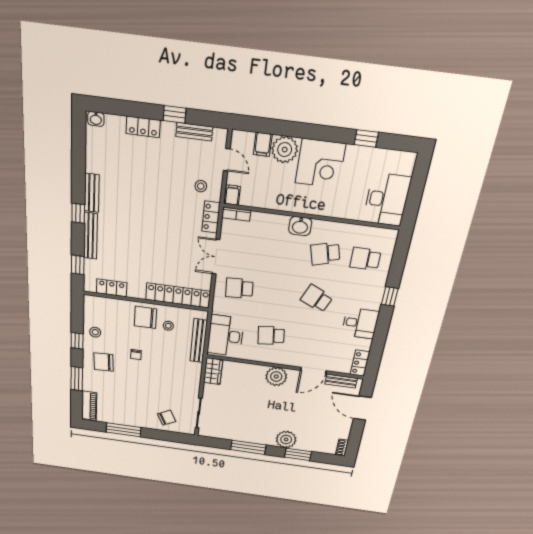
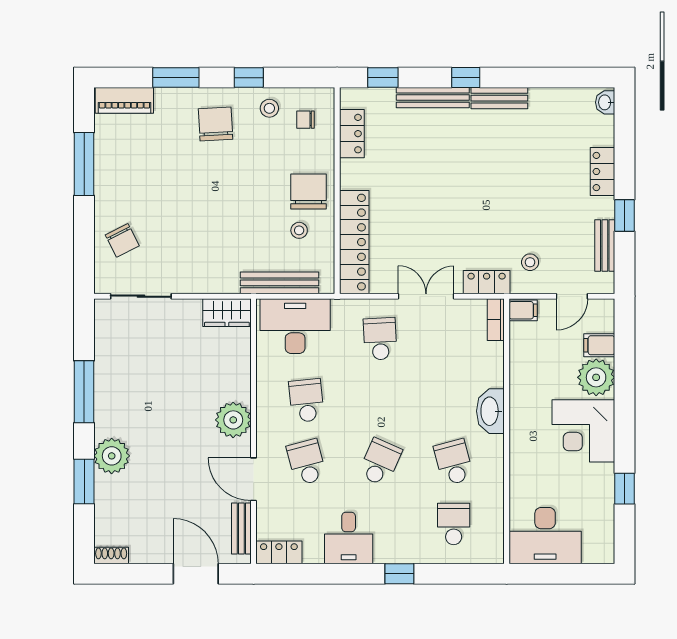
washbasin: (300, 226) -> (490, 411), width x1.38
school desk: (309, 341) -> (307, 462), added
chair: (136, 355) -> (305, 120), moved
door: (362, 408) -> (196, 574), hinge flipped

